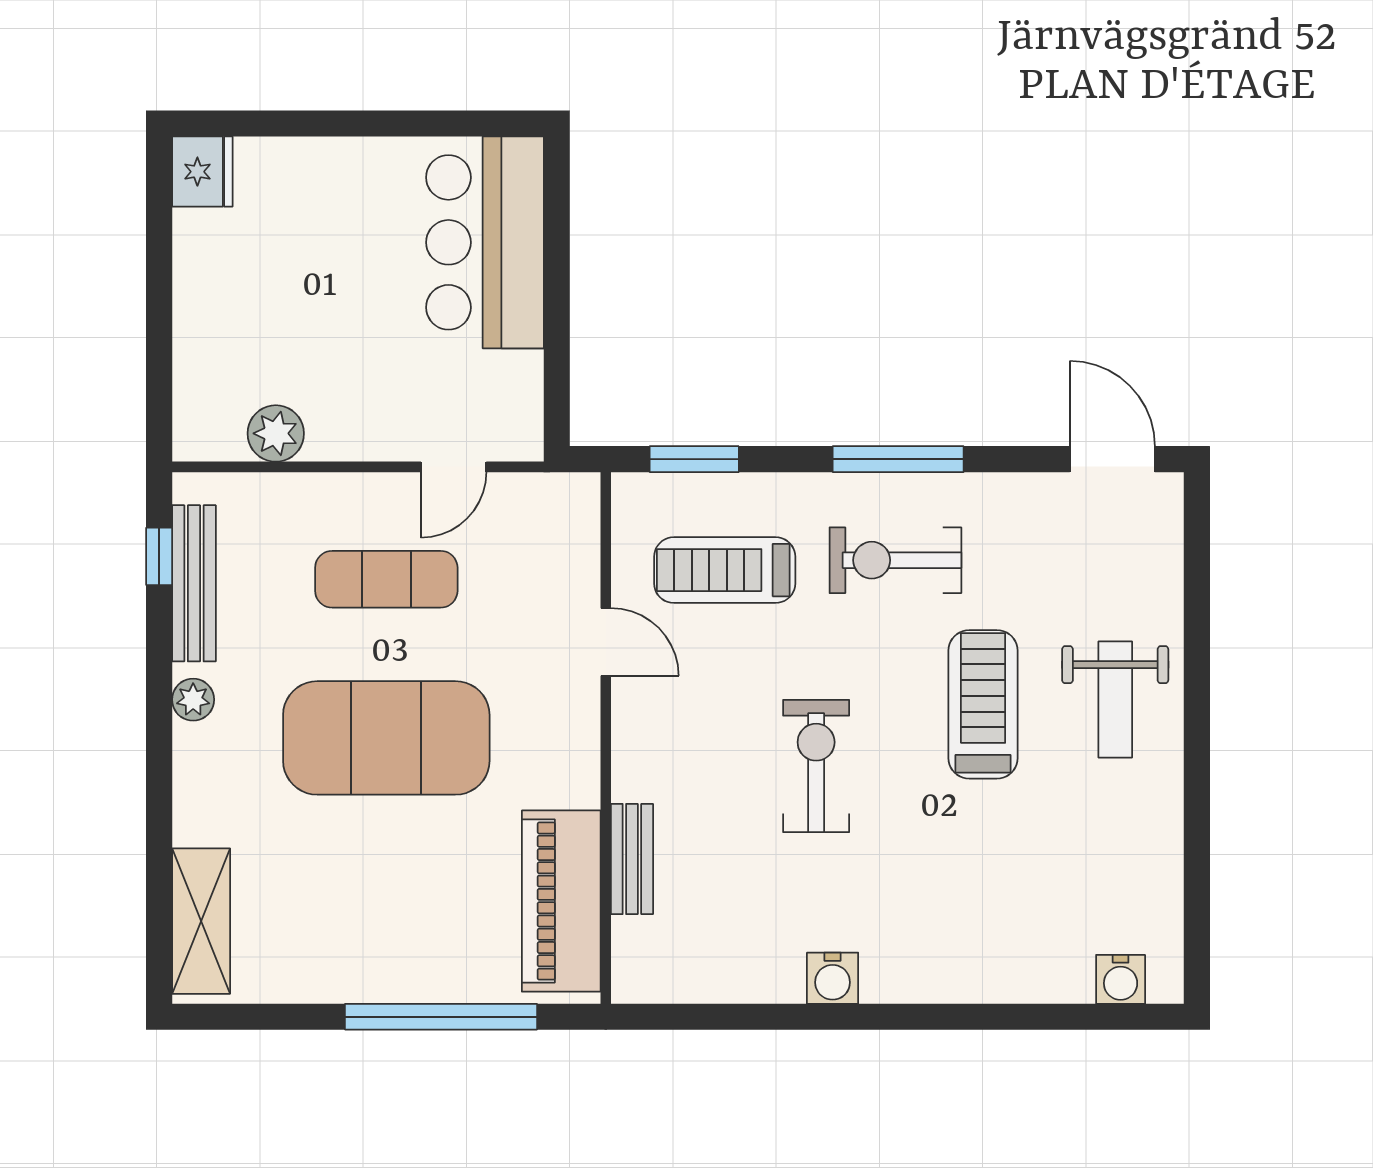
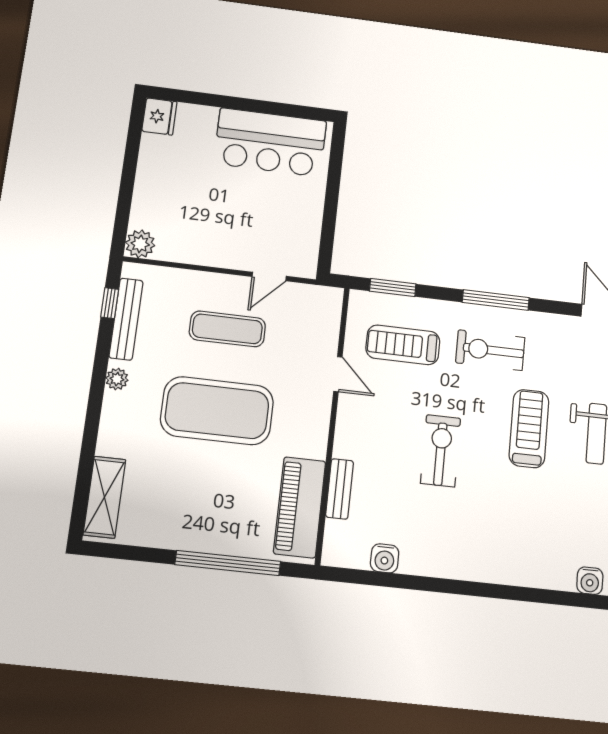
bar counter: (485, 242) -> (270, 142), moved, turned -90
plant: (276, 433) -> (140, 244), moved
water cooler: (833, 978) -> (385, 558), moved

